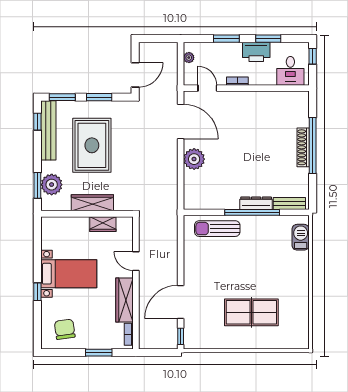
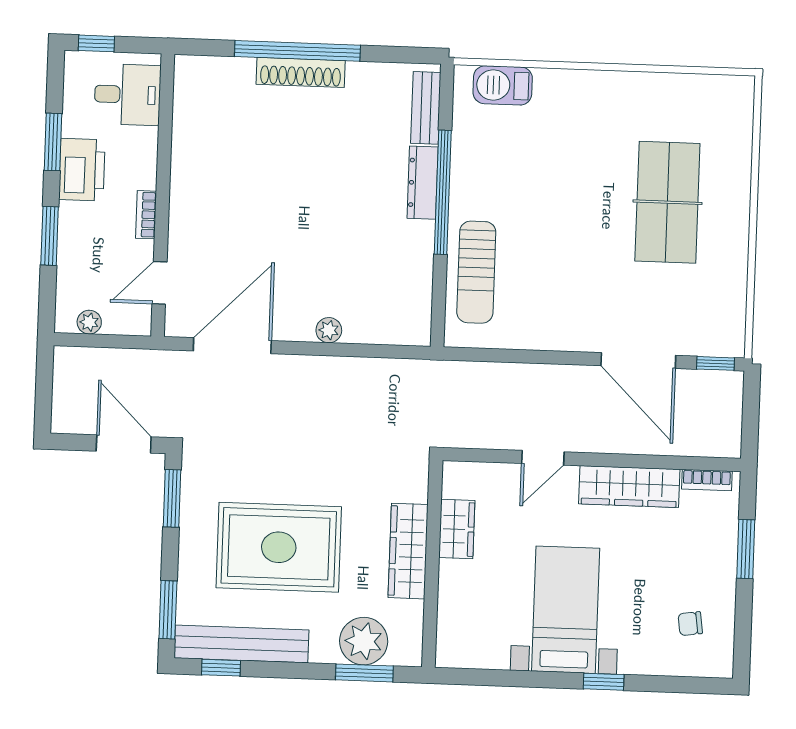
window: (99, 97) -> (172, 498), moved
plant: (194, 159) -> (329, 330), width x0.53, depth x0.53
chair: (65, 329) -> (690, 624), width x0.54, depth x0.54

